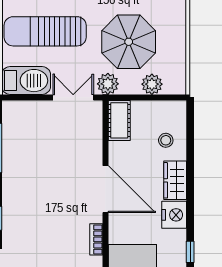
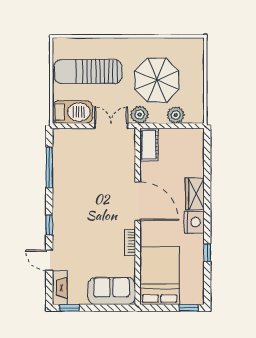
stool: (166, 140) -> (187, 161), removed

